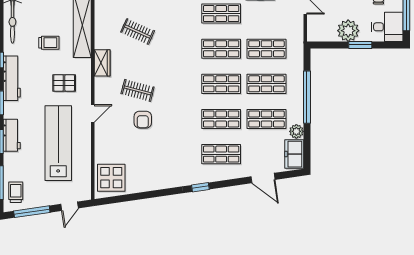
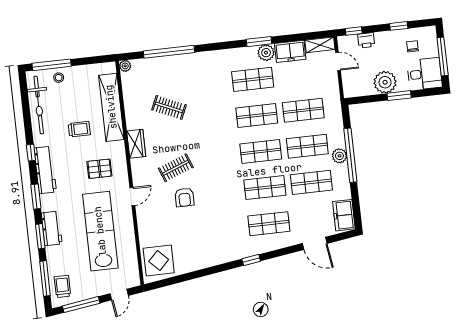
clothes rail: (138, 90) -> (176, 168), turned -36
plant: (296, 131) -> (339, 156), moved

